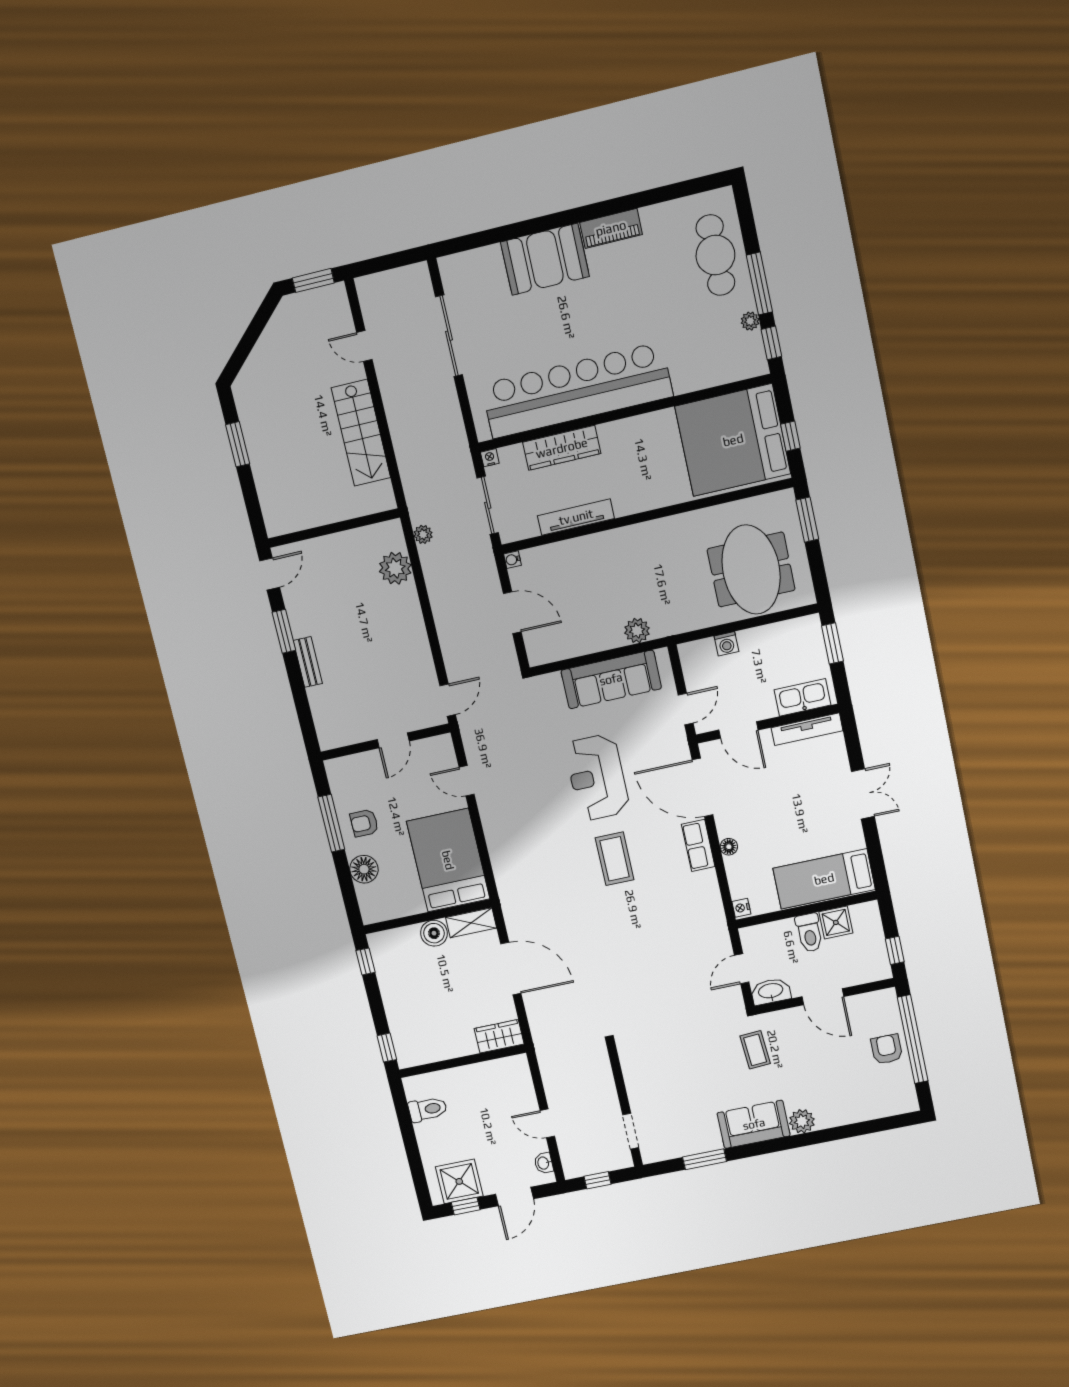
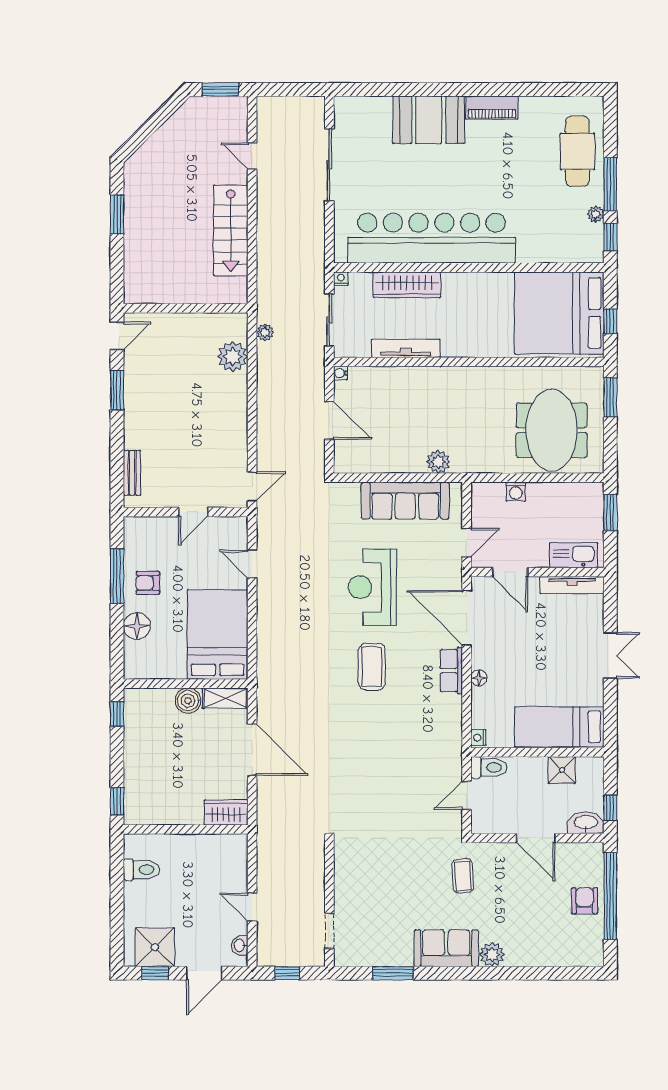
bench: (308, 662) -> (132, 473), moved
toilet: (809, 933) -> (489, 767), moved, turned -90
washbasin: (771, 991) -> (586, 823), moved

